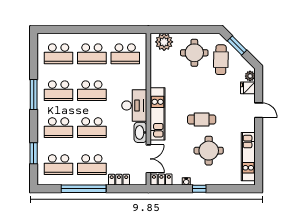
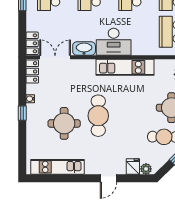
kitchen unit: (158, 114) -> (125, 67), moved
cafe table: (202, 119) -> (98, 116), width x1.37, depth x1.35
double door: (148, 159) -> (55, 57), swing flipped
locker: (119, 180) -> (32, 43), moved

